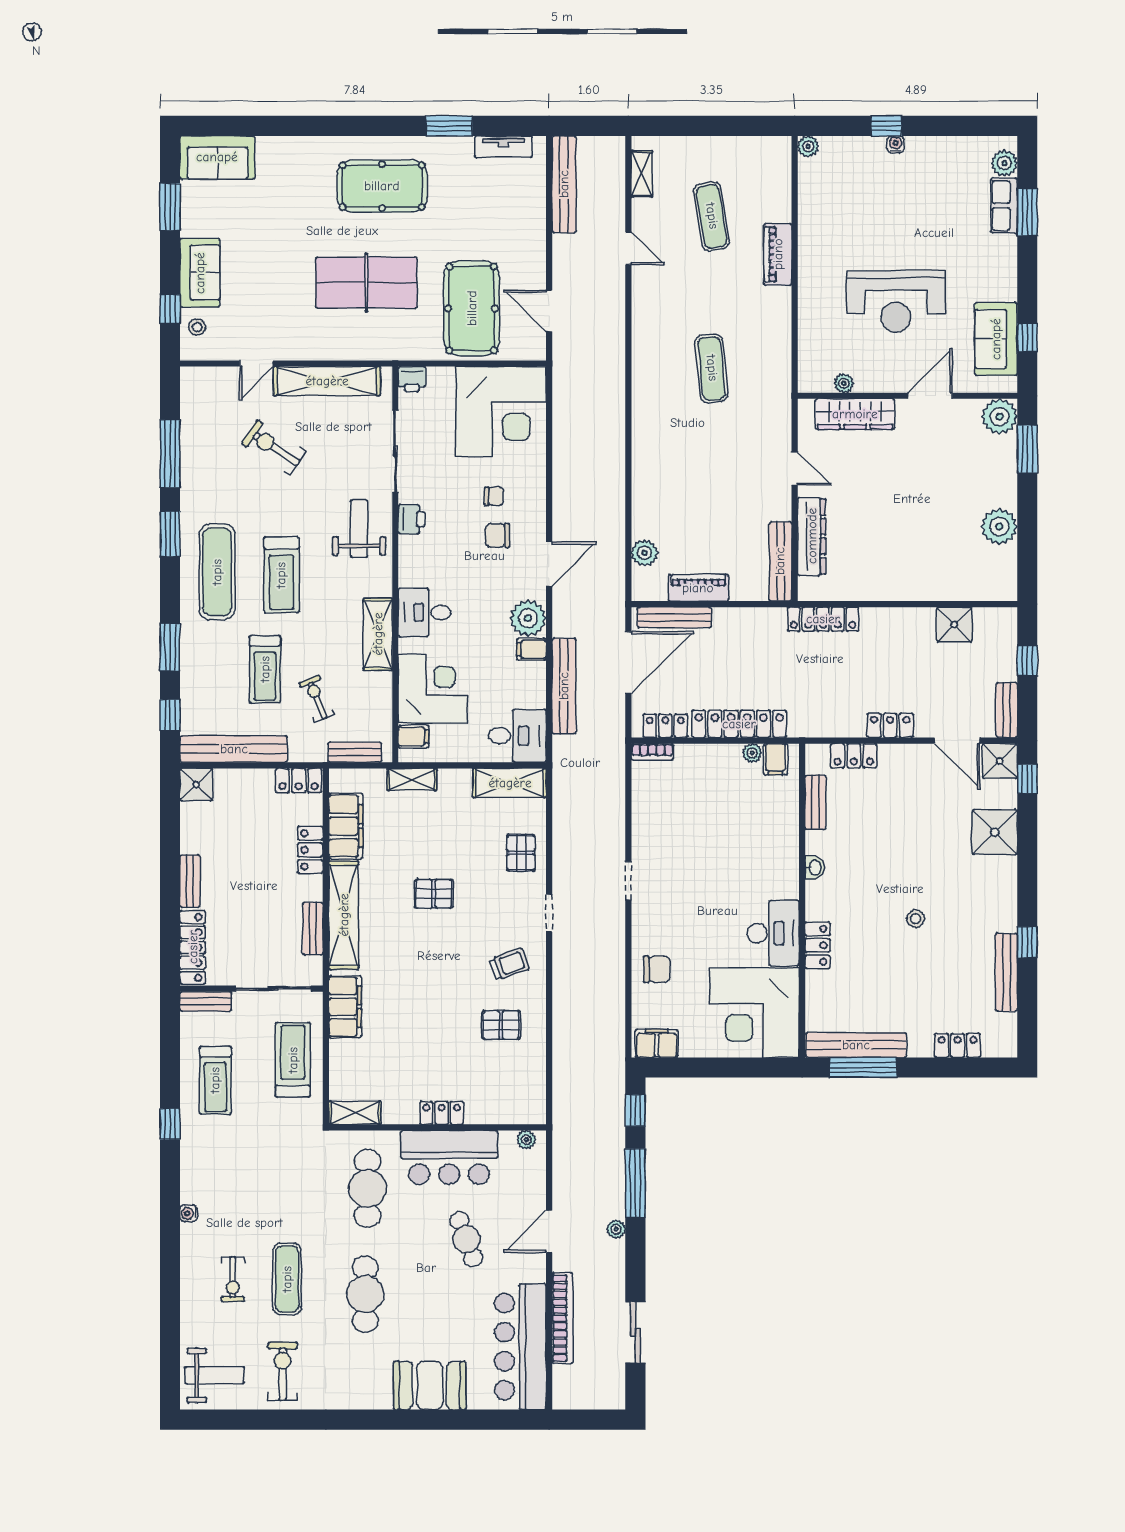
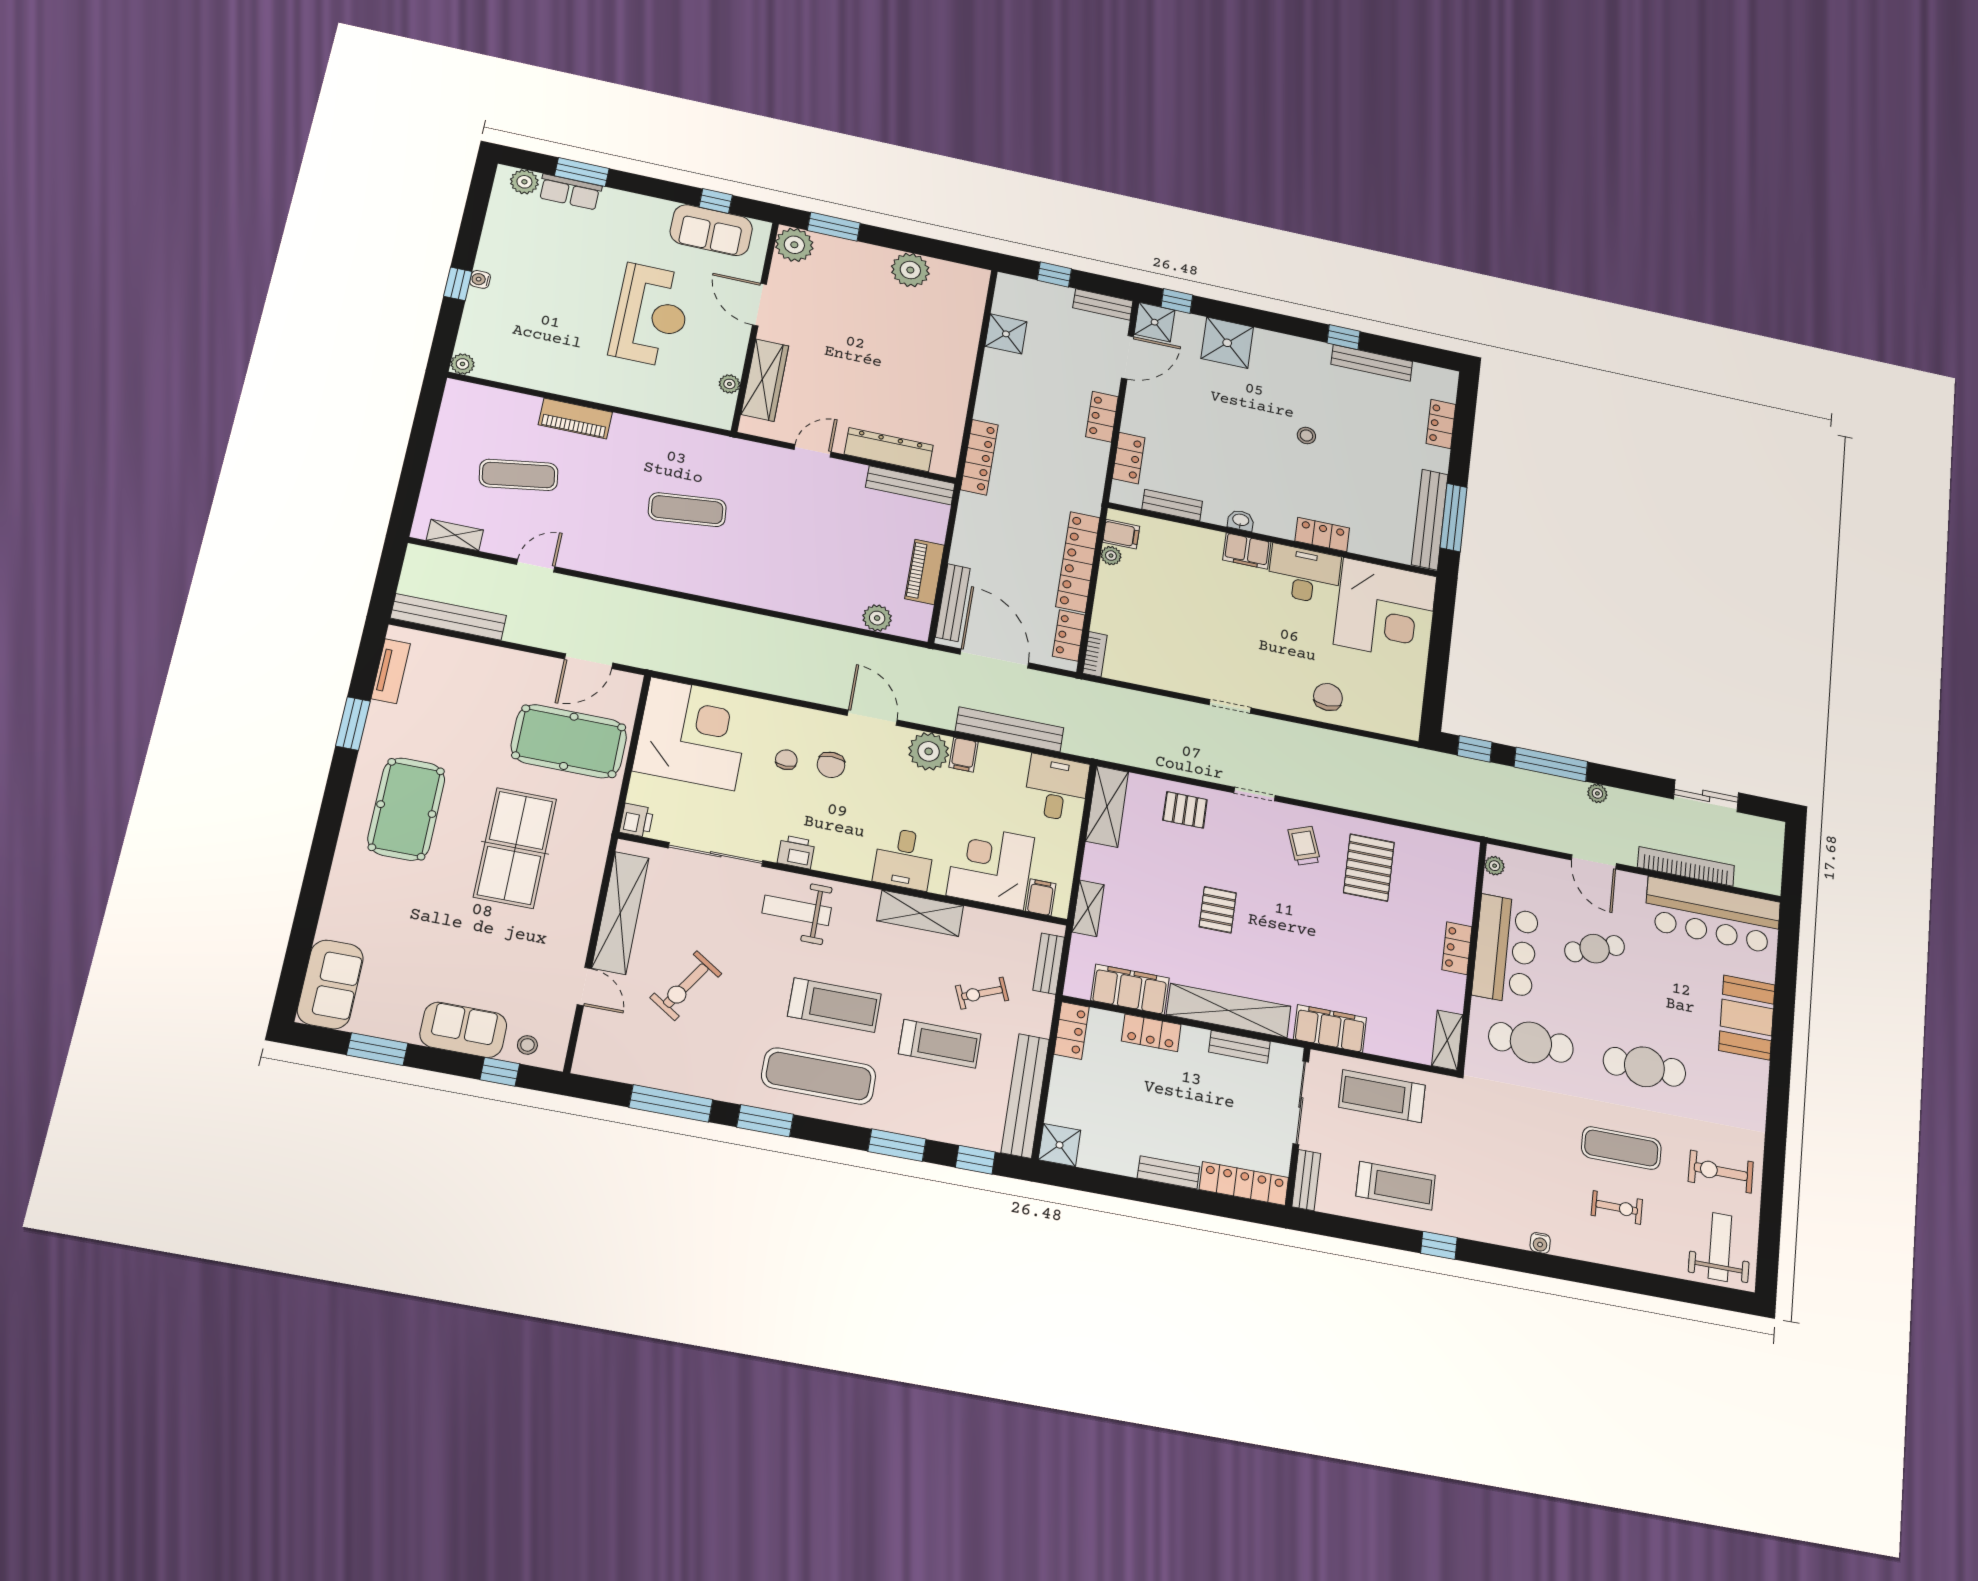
pallet: (501, 1025) -> (1369, 868), width x1.50, depth x1.42
filing cabinet: (657, 1043) -> (1247, 551), moved, turned -90

